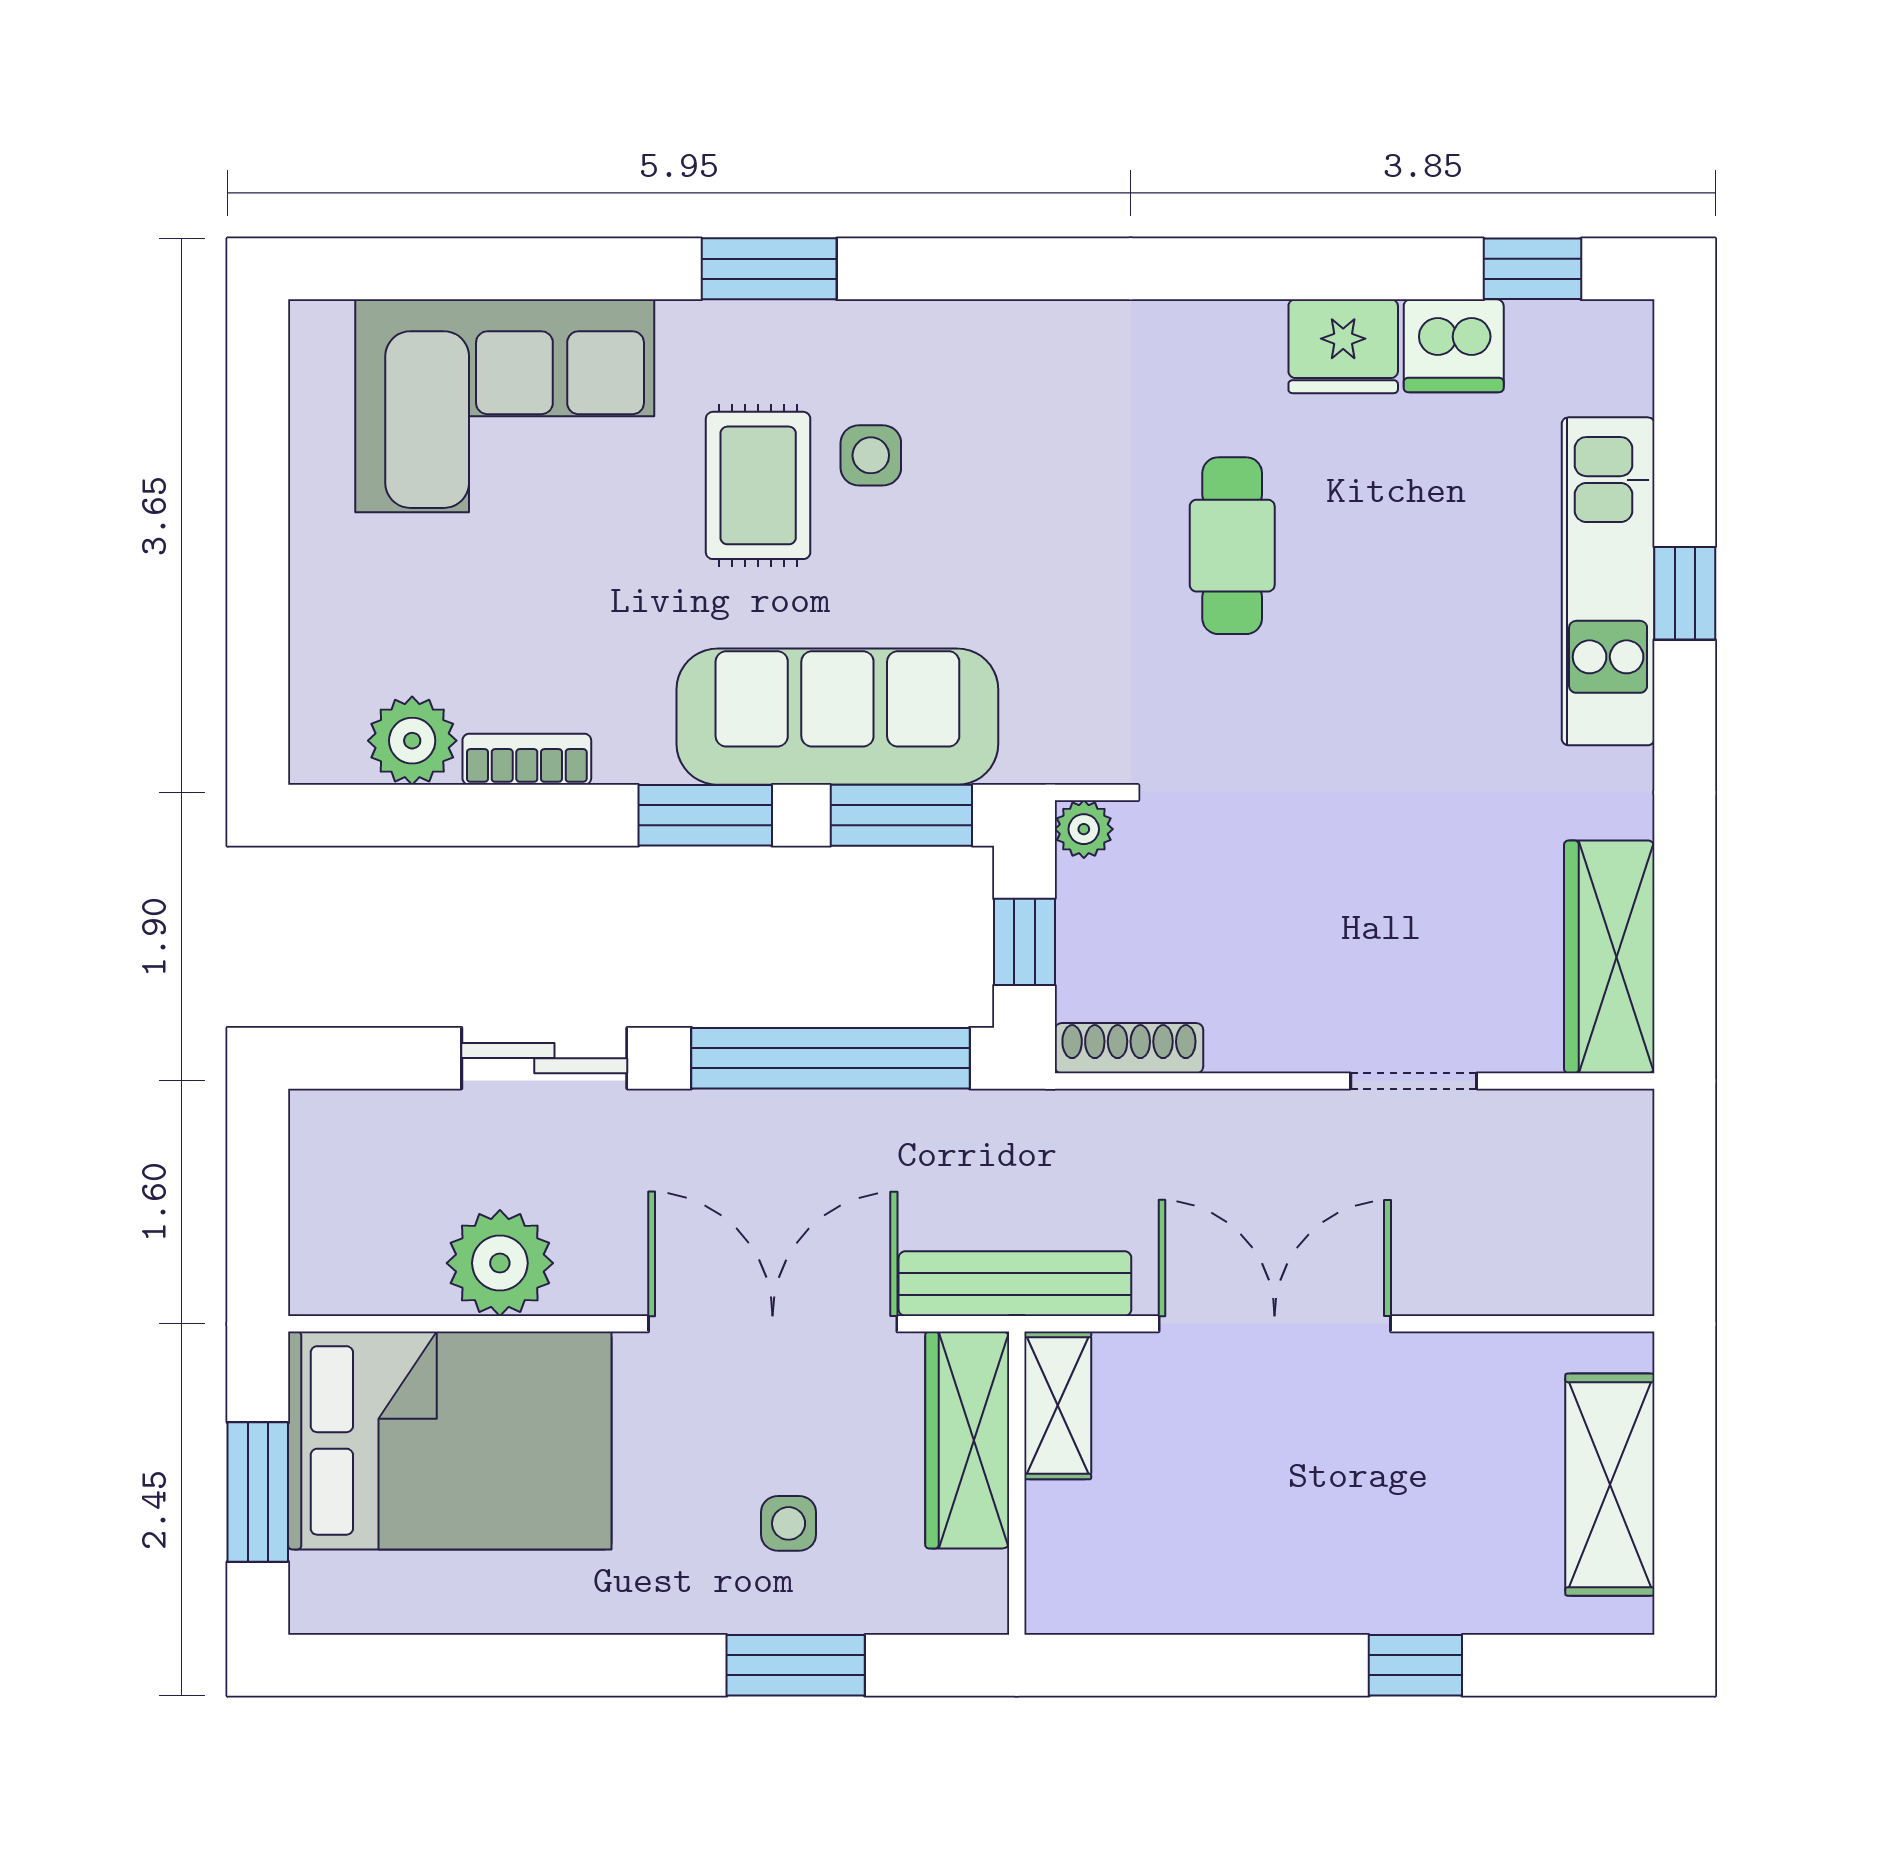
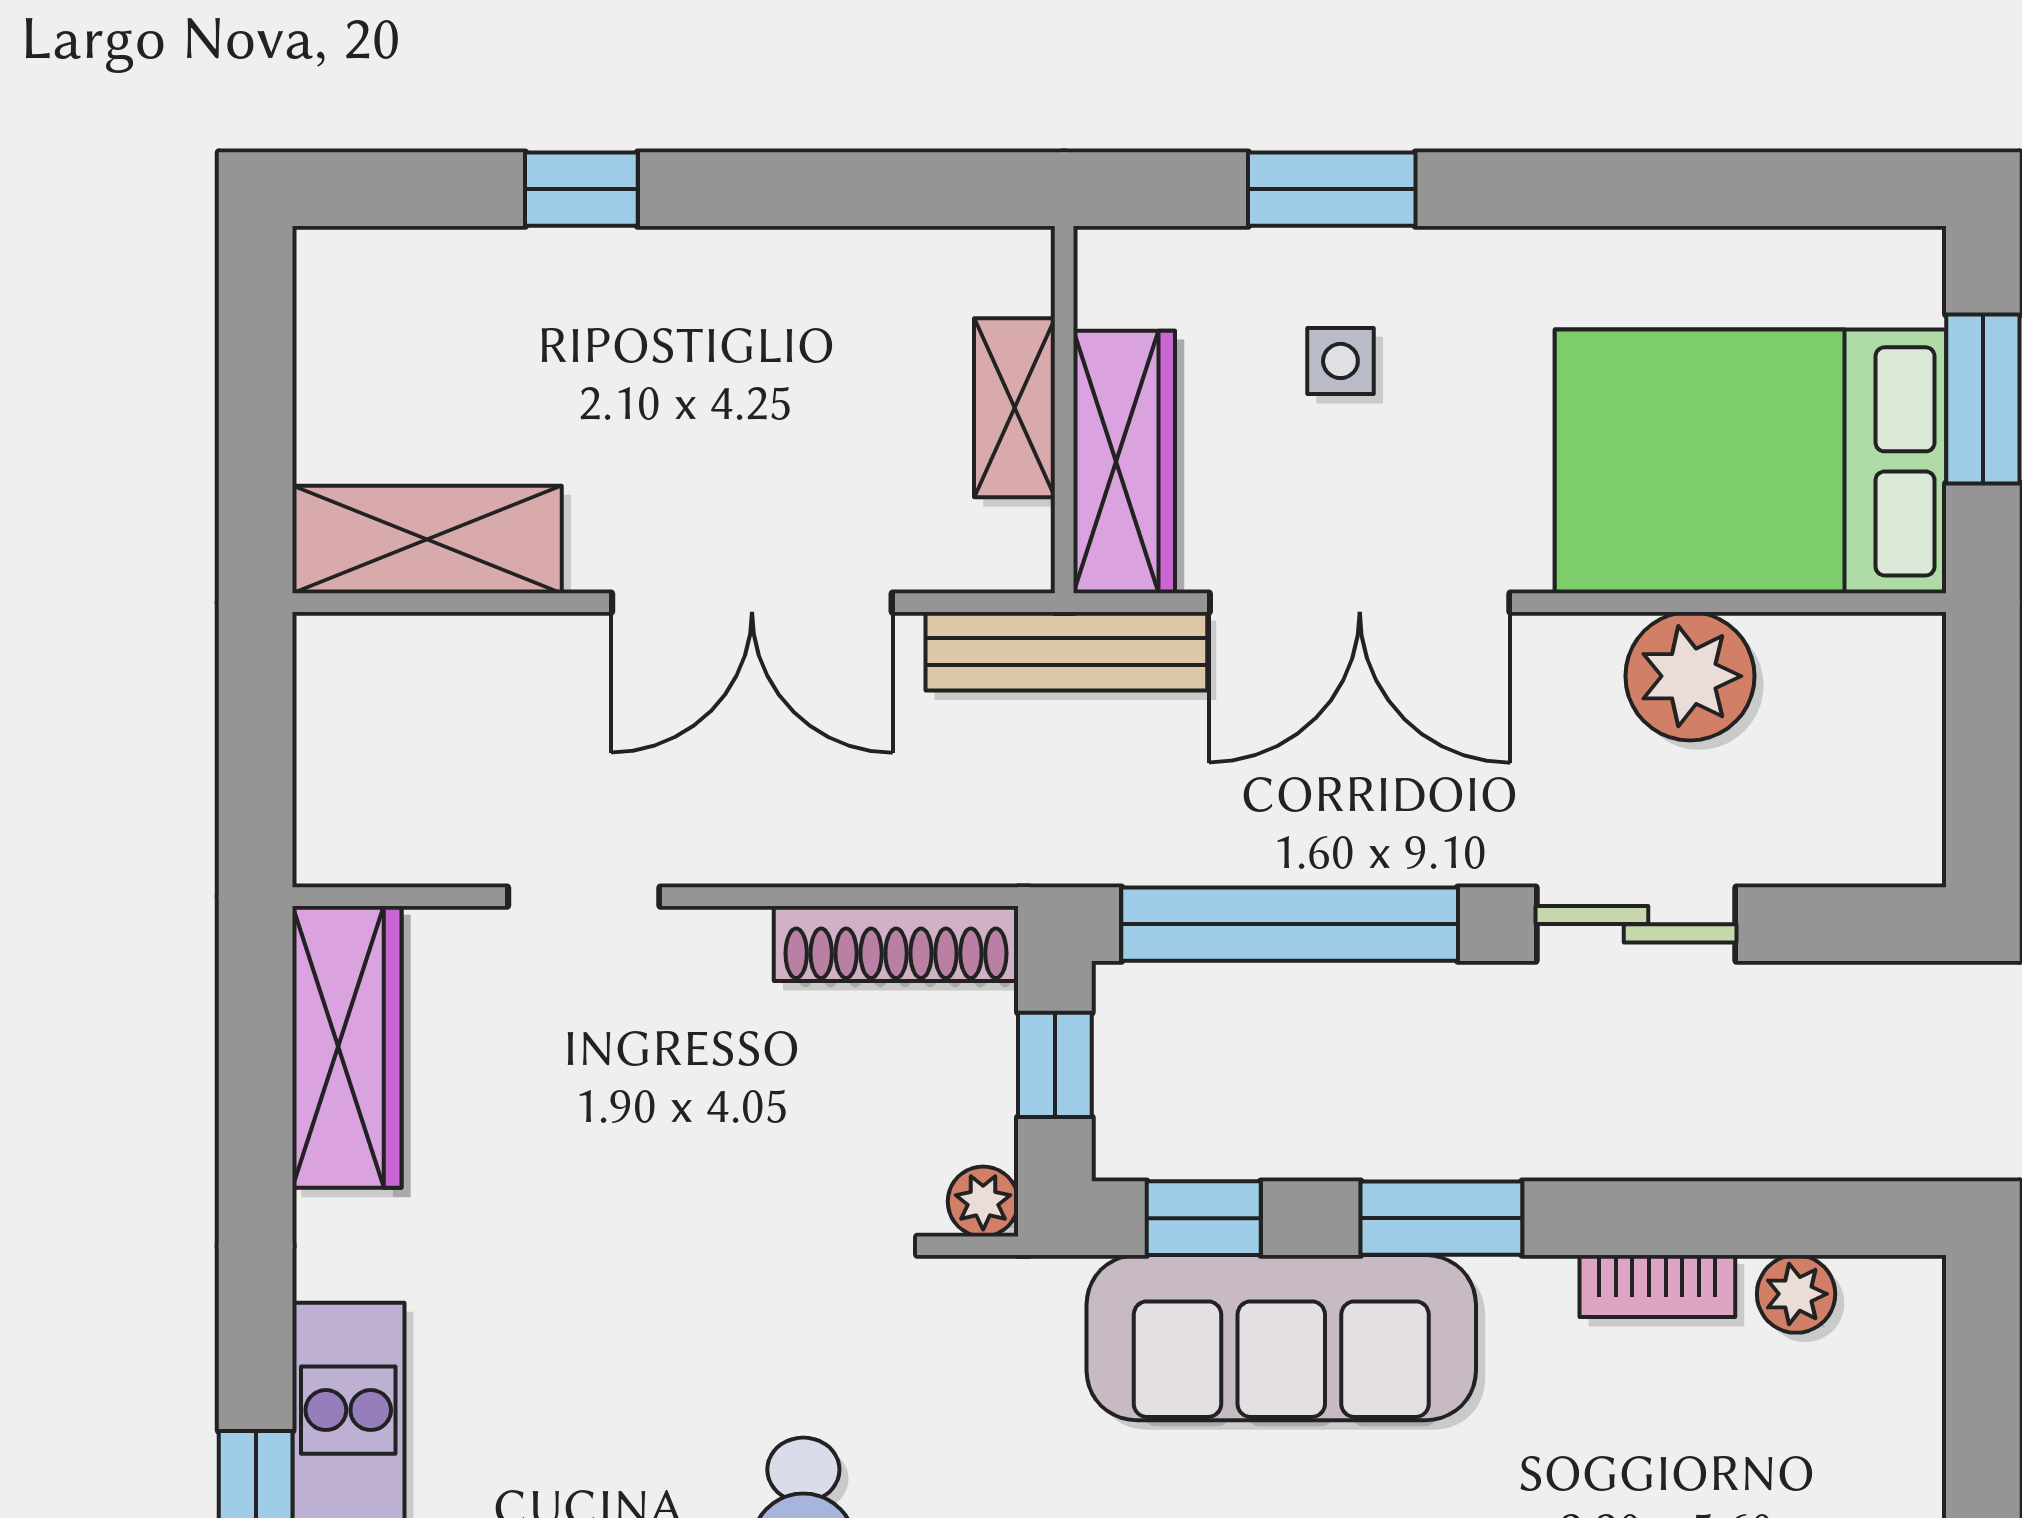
plant: (412, 741) -> (1796, 1294), width x0.73, depth x0.73
window: (901, 815) -> (1204, 1218), width x0.67
shoe rack: (1129, 1048) -> (896, 944), width x1.36, depth x1.24
shelving: (1058, 1405) -> (1015, 408), moved
shelving: (1610, 1485) -> (427, 540), moved, turned 90

